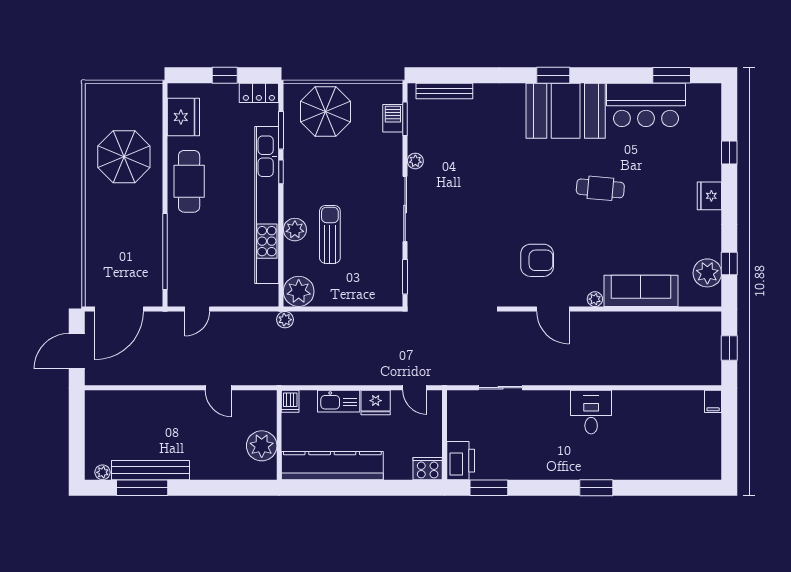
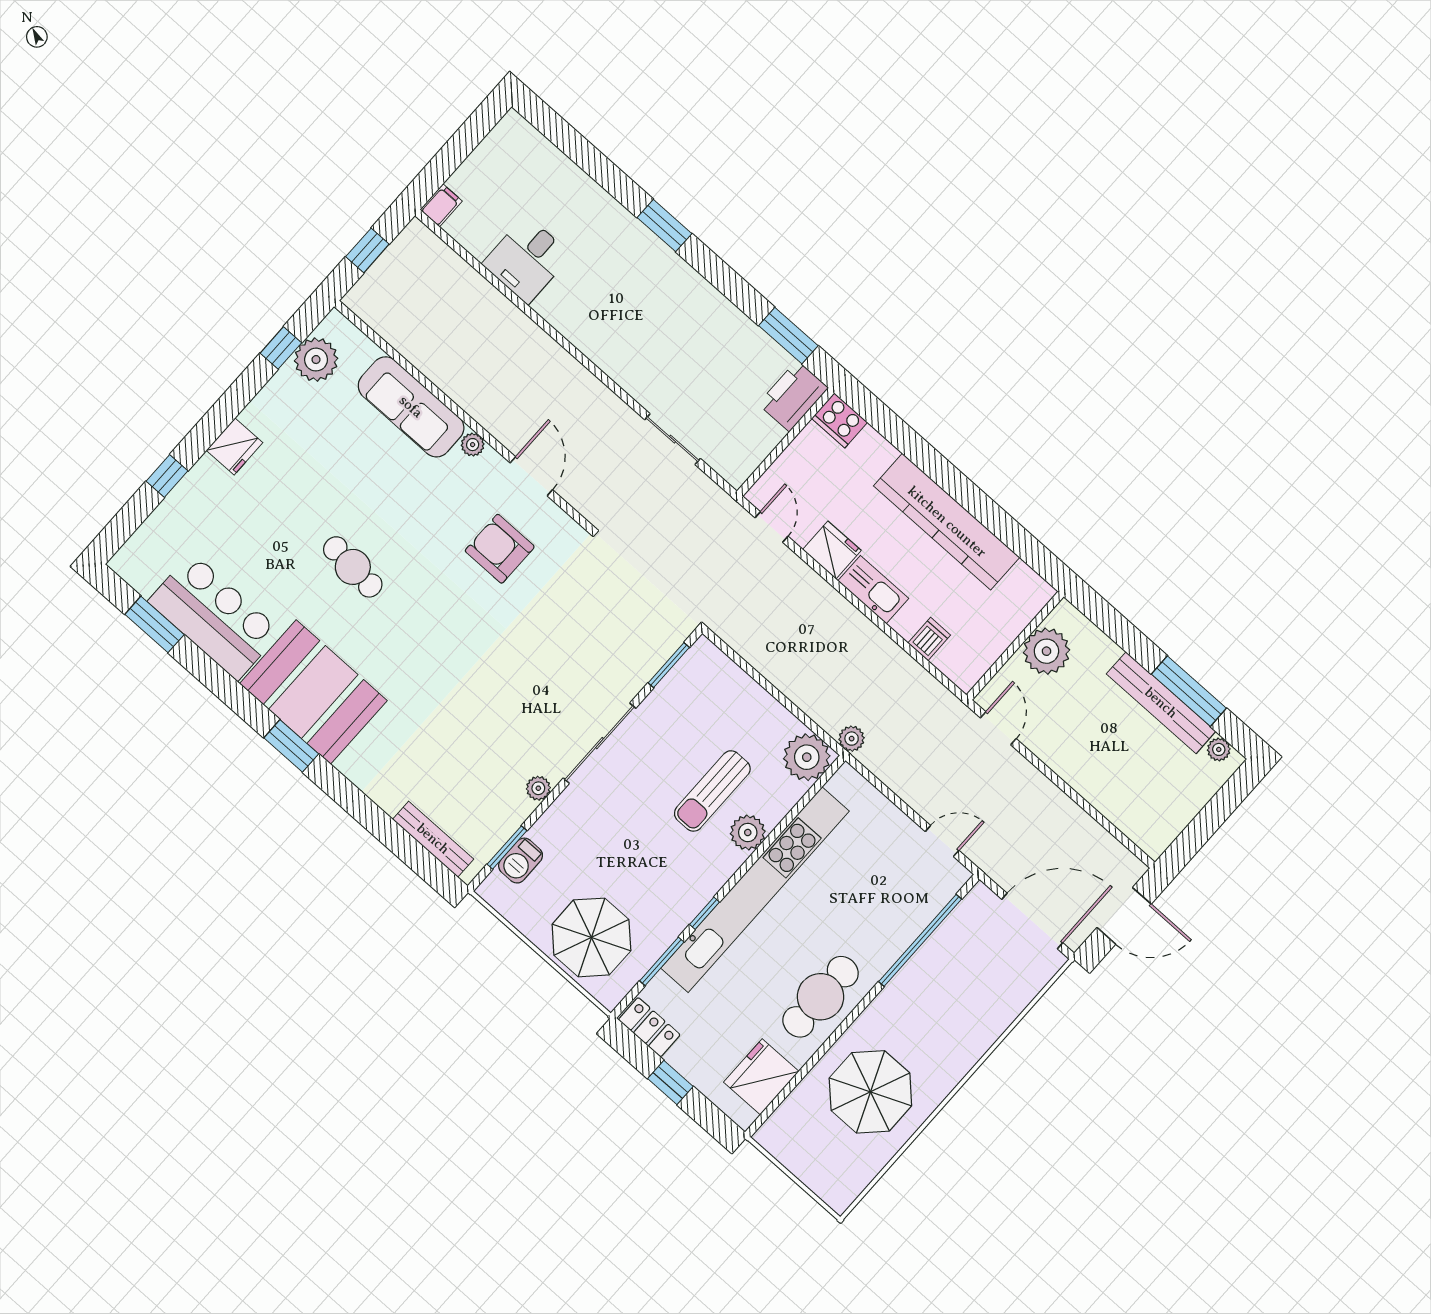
desk: (591, 412) -> (527, 260), moved
wall: (279, 435) -> (1015, 646), moved
plant: (262, 446) -> (1046, 651), moved

